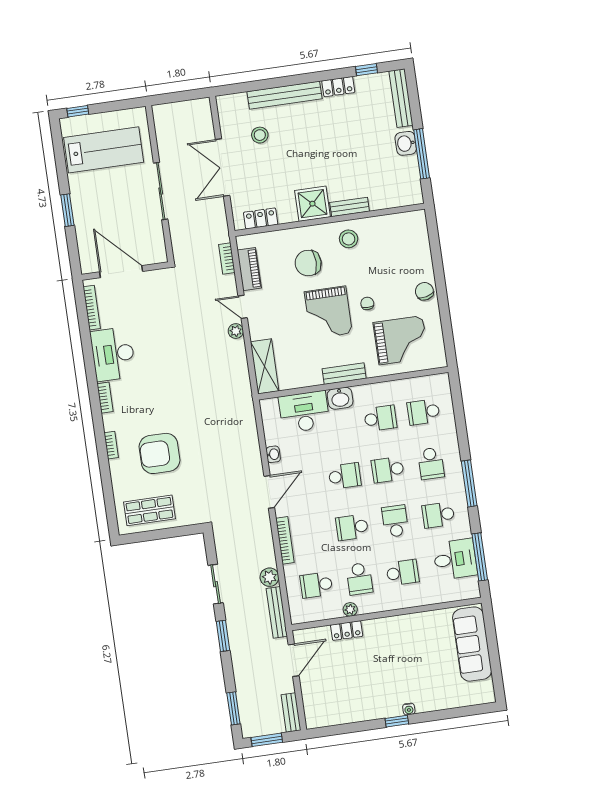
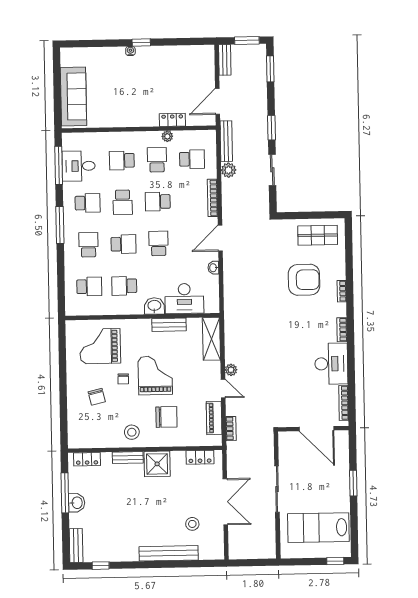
locker: (338, 87) -> (87, 459), moved, turned 180
bench: (401, 98) -> (76, 545), width x0.73
chair: (424, 291) -> (97, 397), moved
bench: (344, 374) -> (169, 325), moved
school desk: (345, 476) -> (159, 243), turned 90
school desk: (352, 527) -> (158, 202), turned 180

